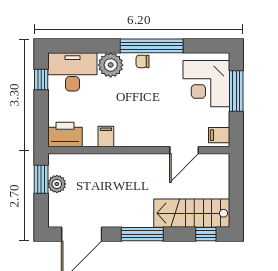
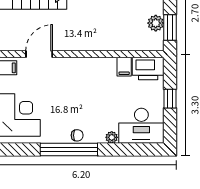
plant: (111, 65) -> (112, 137), width x0.53, depth x0.53
window: (41, 80) -> (170, 99), moved
filing cabinet: (106, 136) -> (124, 67), moved

